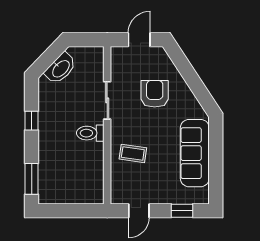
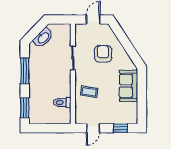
window: (32, 121) -> (25, 71), width x2.17
toilet: (90, 133) -> (62, 102), moved
sofa: (195, 153) -> (129, 86), width x0.73

